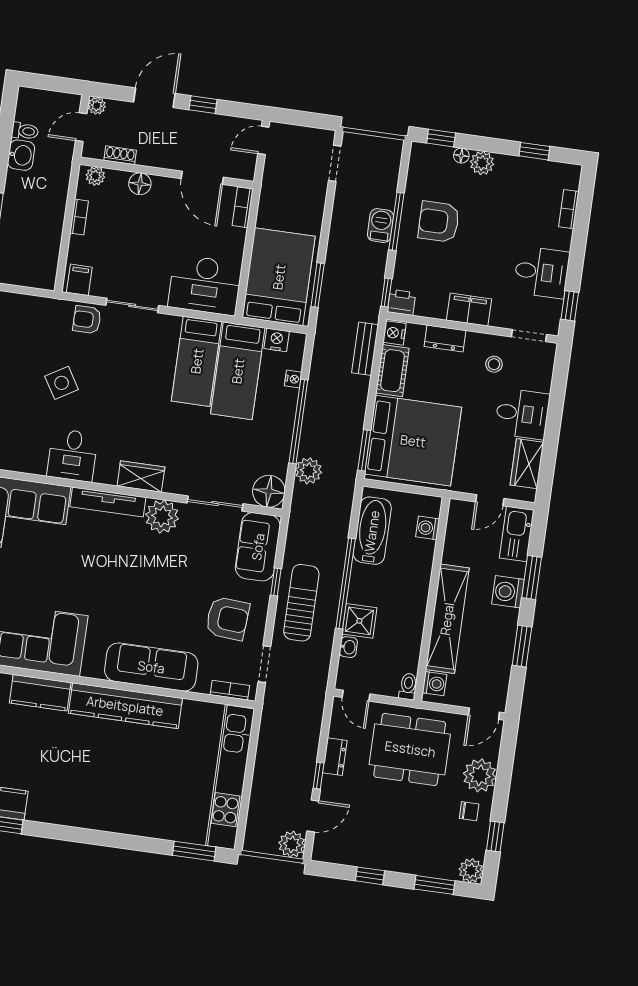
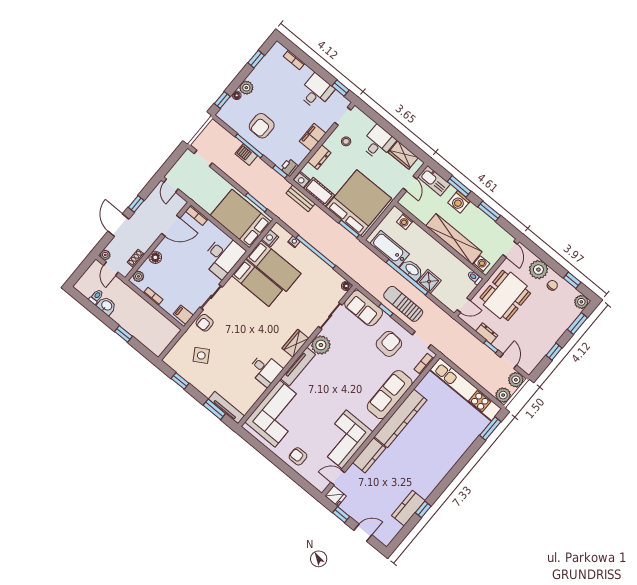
side table: (62, 383) -> (201, 355), moved
plant: (308, 471) -> (503, 395), moved
floor lamp: (269, 491) -> (346, 286), width x0.53, depth x0.53
washbasin: (348, 647) -> (412, 270), moved, width x1.91, depth x1.45

